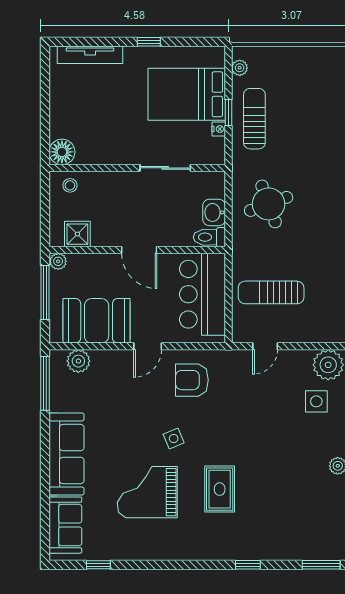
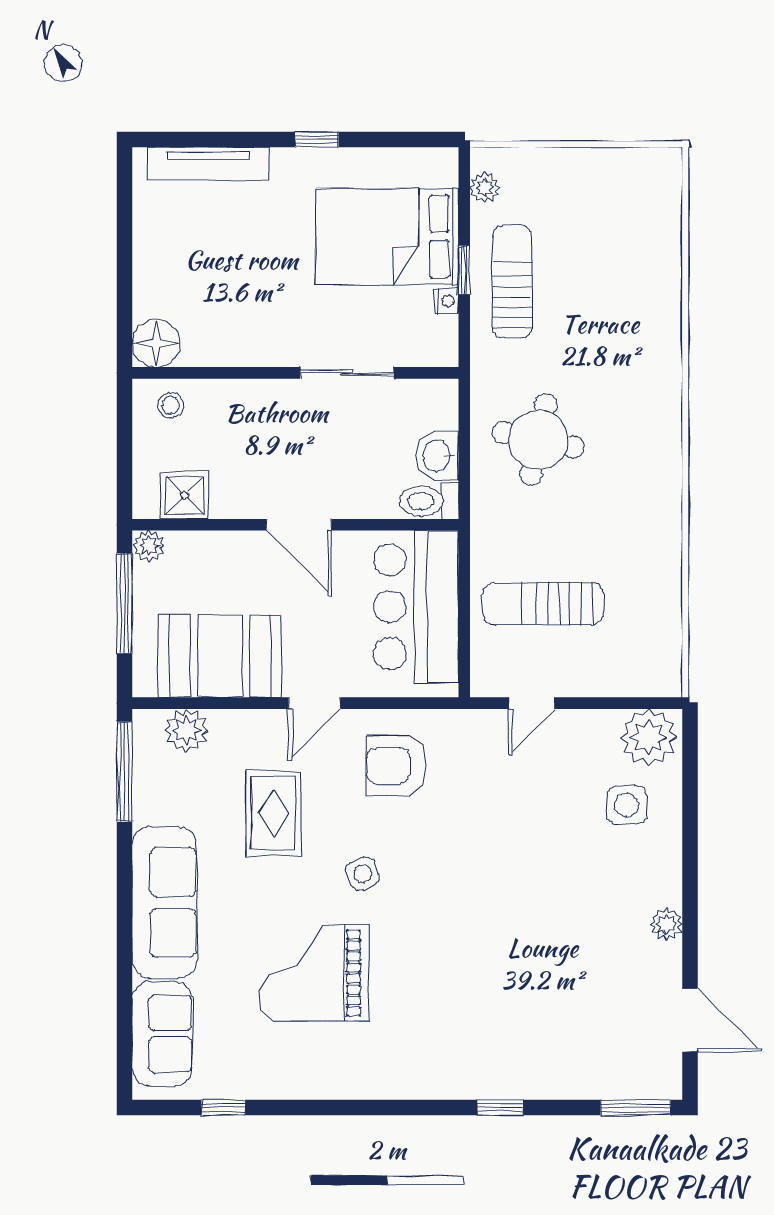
round table: (269, 204) -> (538, 440), turned 32
rug: (220, 489) -> (273, 813), moved

